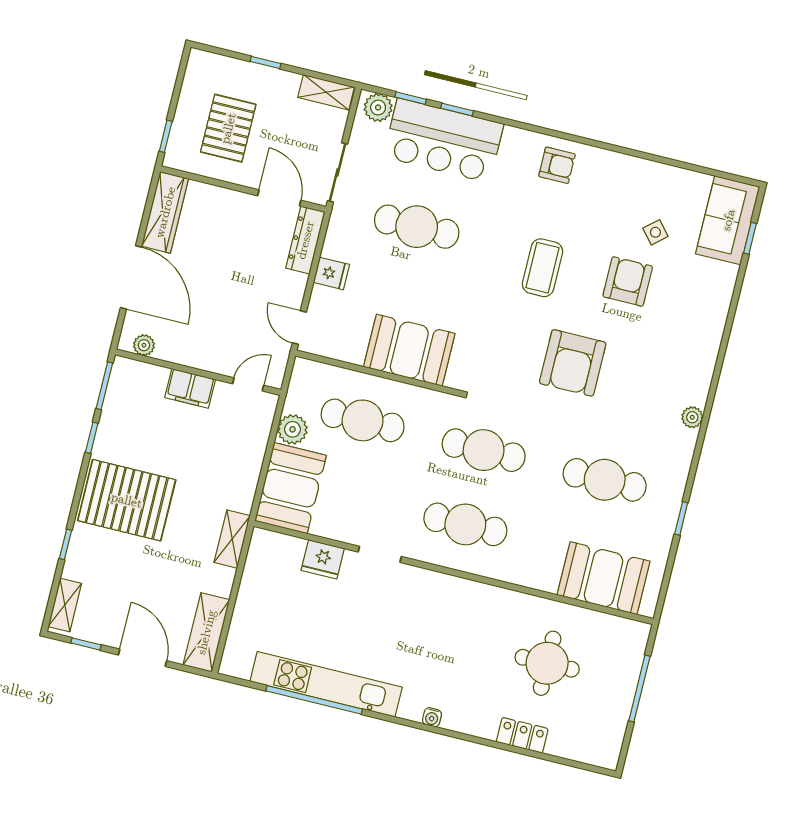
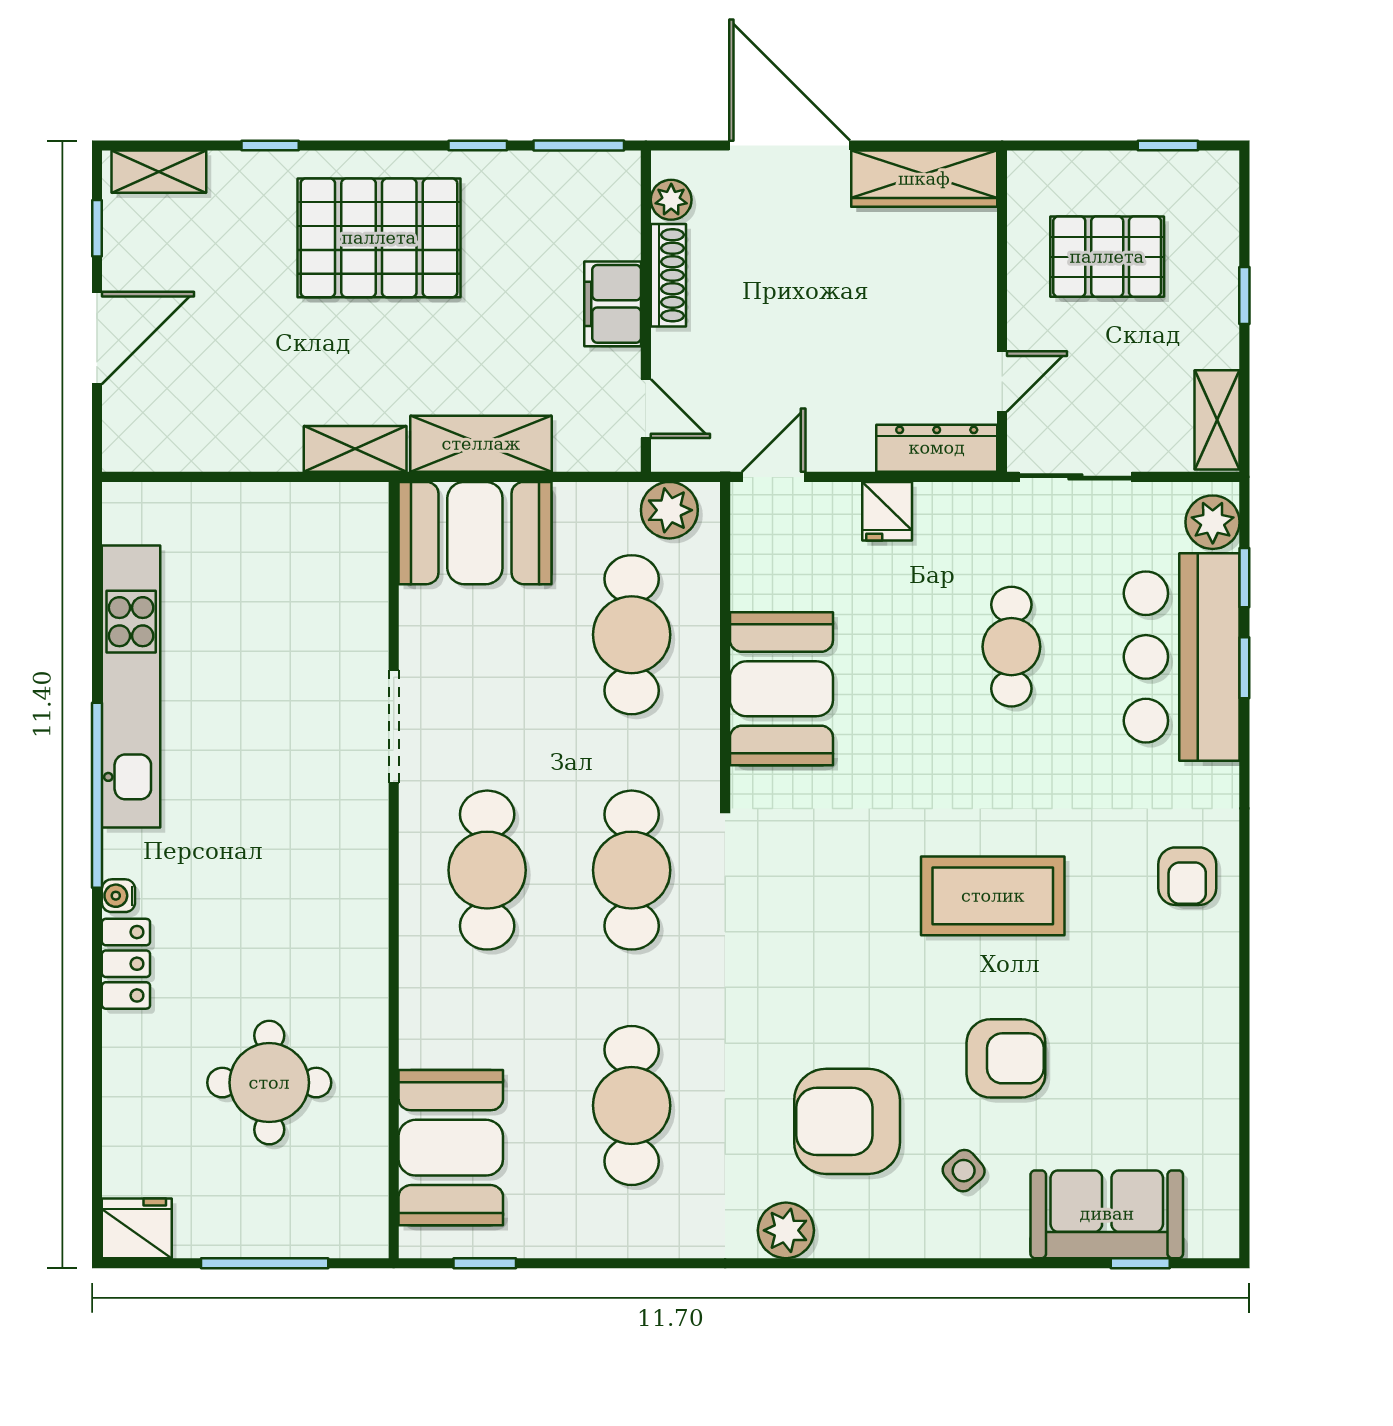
window: (166, 136) -> (1168, 146), moved
door: (279, 198) -> (1002, 382), width x0.73
sofa: (728, 220) -> (1107, 1214), moved
cafe table: (417, 227) -> (1011, 647), width x0.73, depth x0.74
side table: (655, 232) -> (964, 1171), moved
coffee table: (542, 268) -> (993, 896), width x1.36, depth x1.32
door: (131, 277) -> (790, 146), swing flipped
shoe rack: (182, 356) -> (668, 275), added
armchair: (573, 363) -> (847, 1121), moved
plant: (692, 417) -> (786, 1230), width x1.38, depth x1.38
plant: (293, 429) -> (669, 510), moved
pallet: (127, 500) -> (379, 238), turned 90
window: (681, 518) -> (485, 1263), moved
doorway: (380, 554) -> (394, 726), width x1.38
fridge: (323, 559) -> (137, 1228), moved, turned 90
shelving: (206, 632) -> (481, 444), moved
window: (314, 700) -> (97, 795), moved
locker: (522, 735) -> (126, 964), moved

